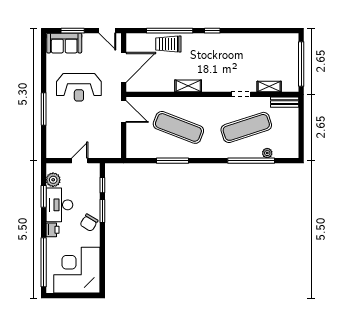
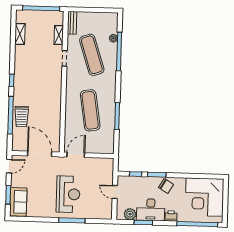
shelving: (188, 86) -> (20, 34), moved
reception desk: (79, 87) -> (68, 194), moved
exercise mat: (178, 127) -> (90, 110), turned -30

